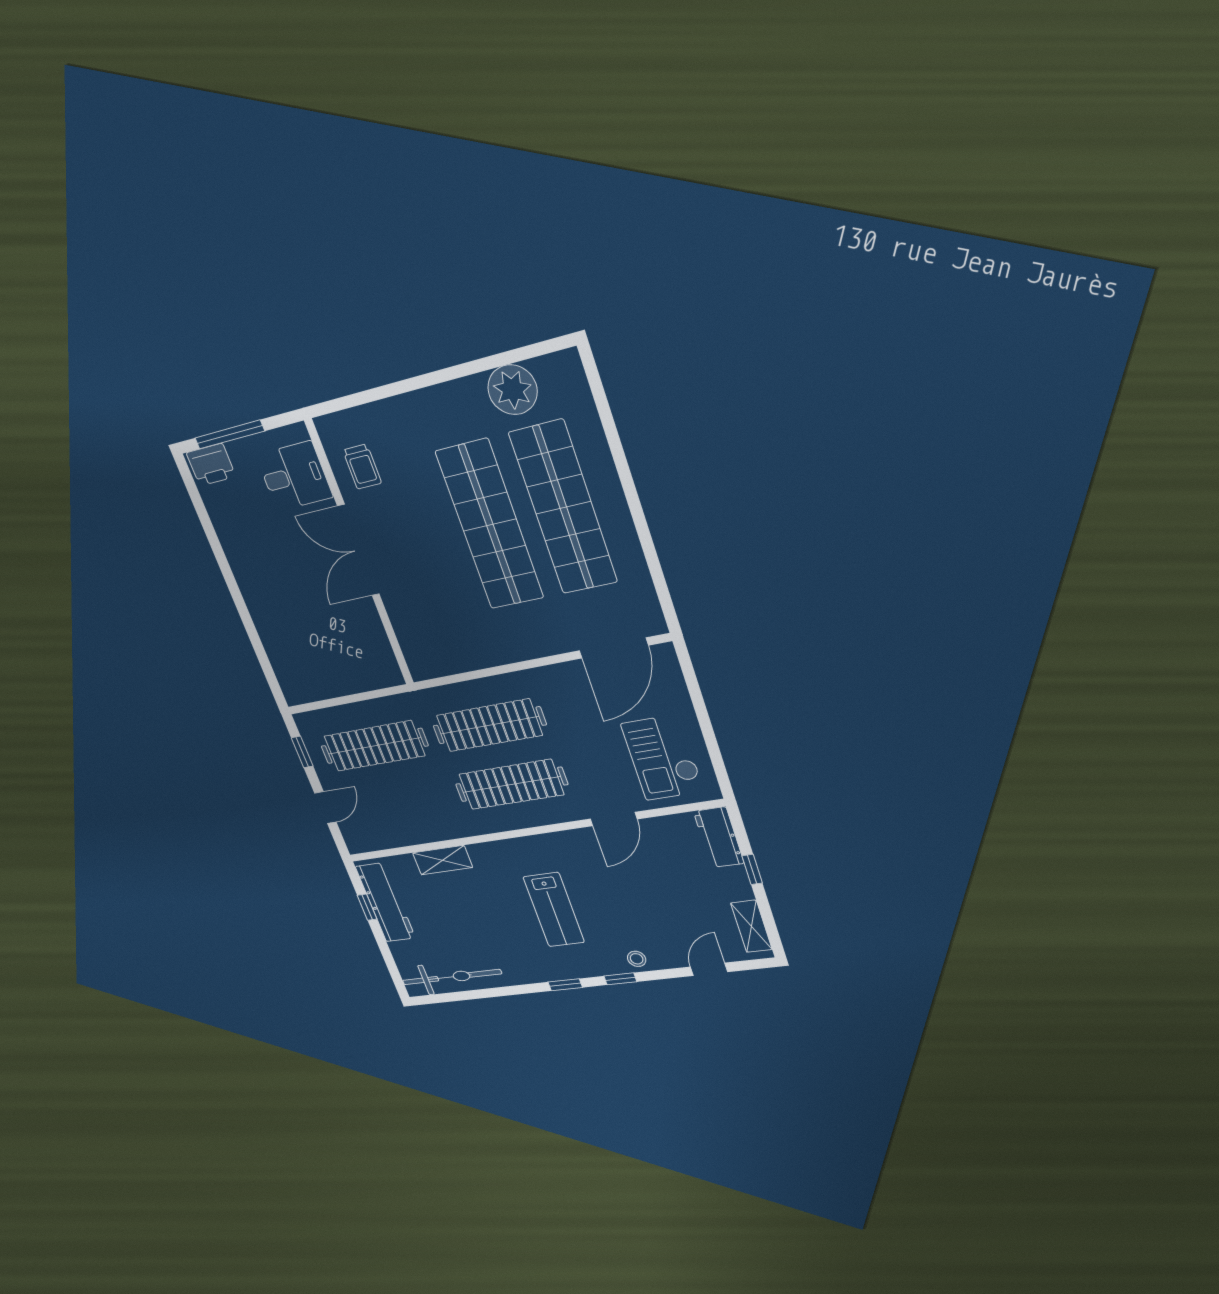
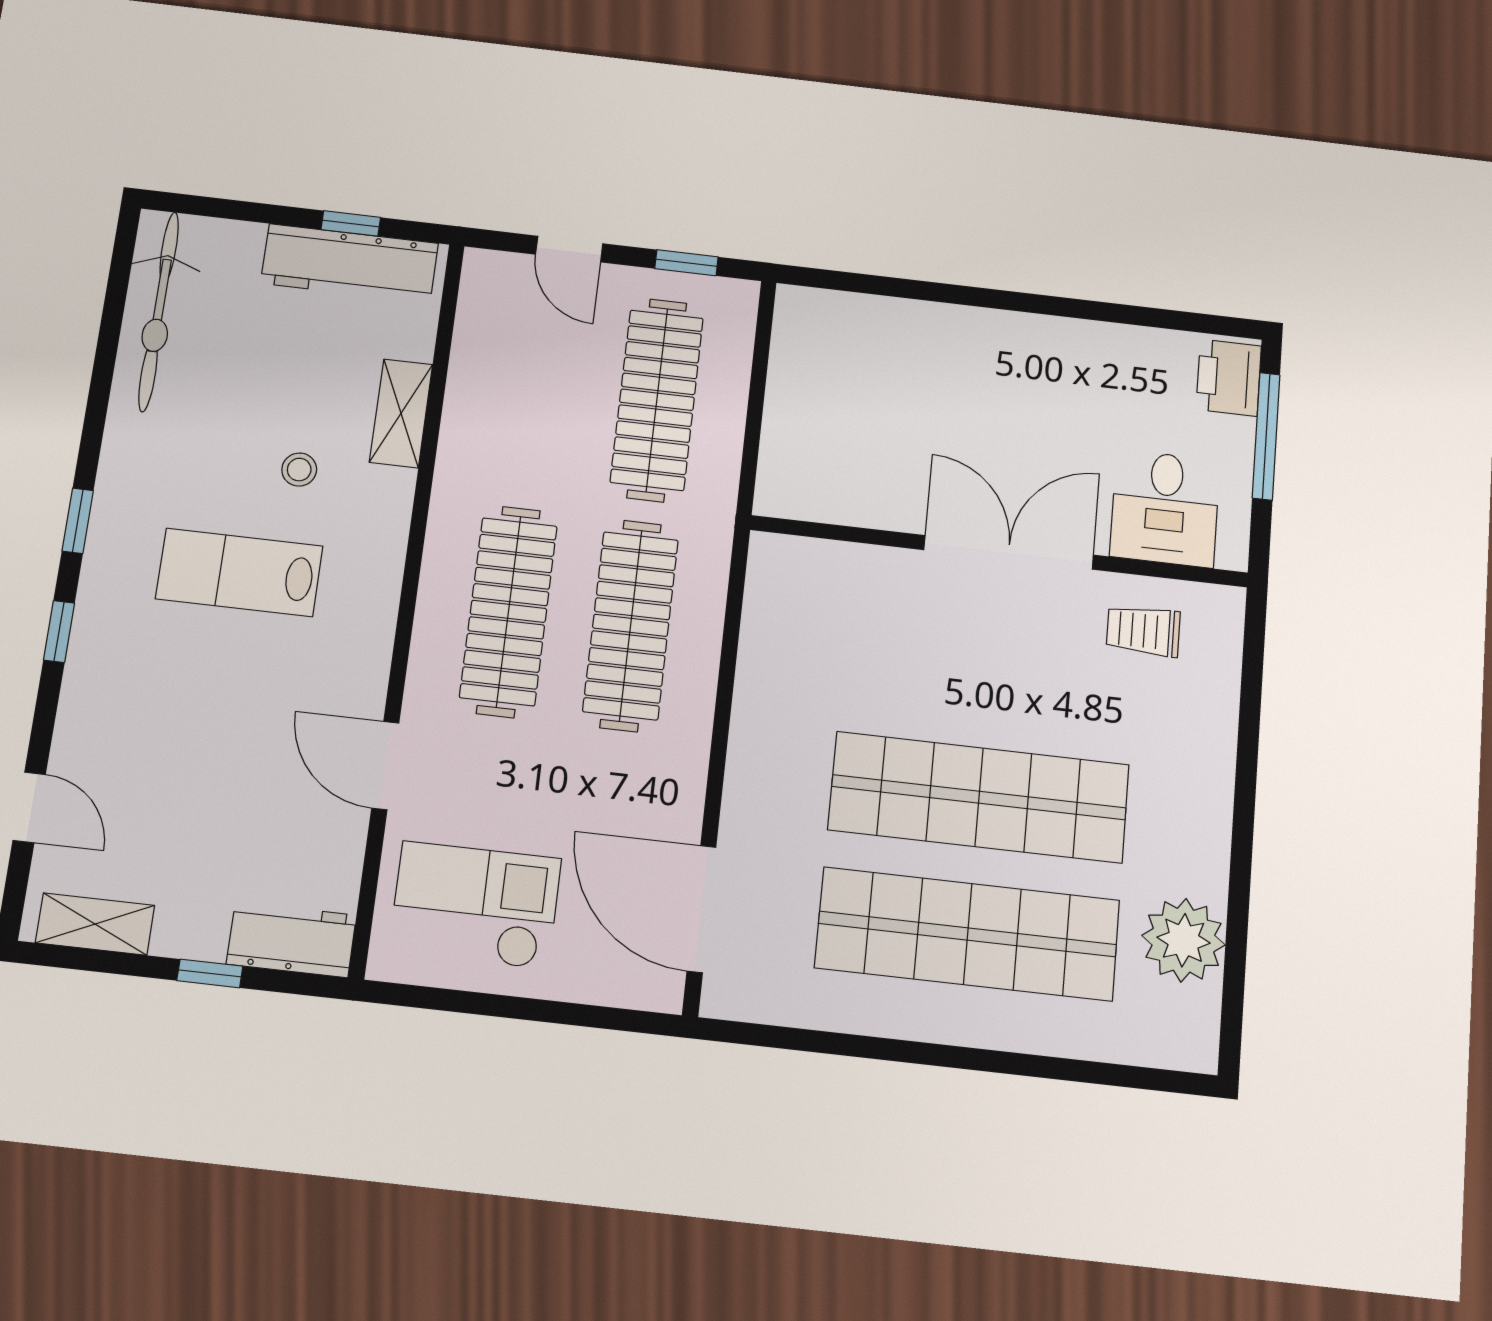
stool: (637, 959) -> (299, 470), moved

